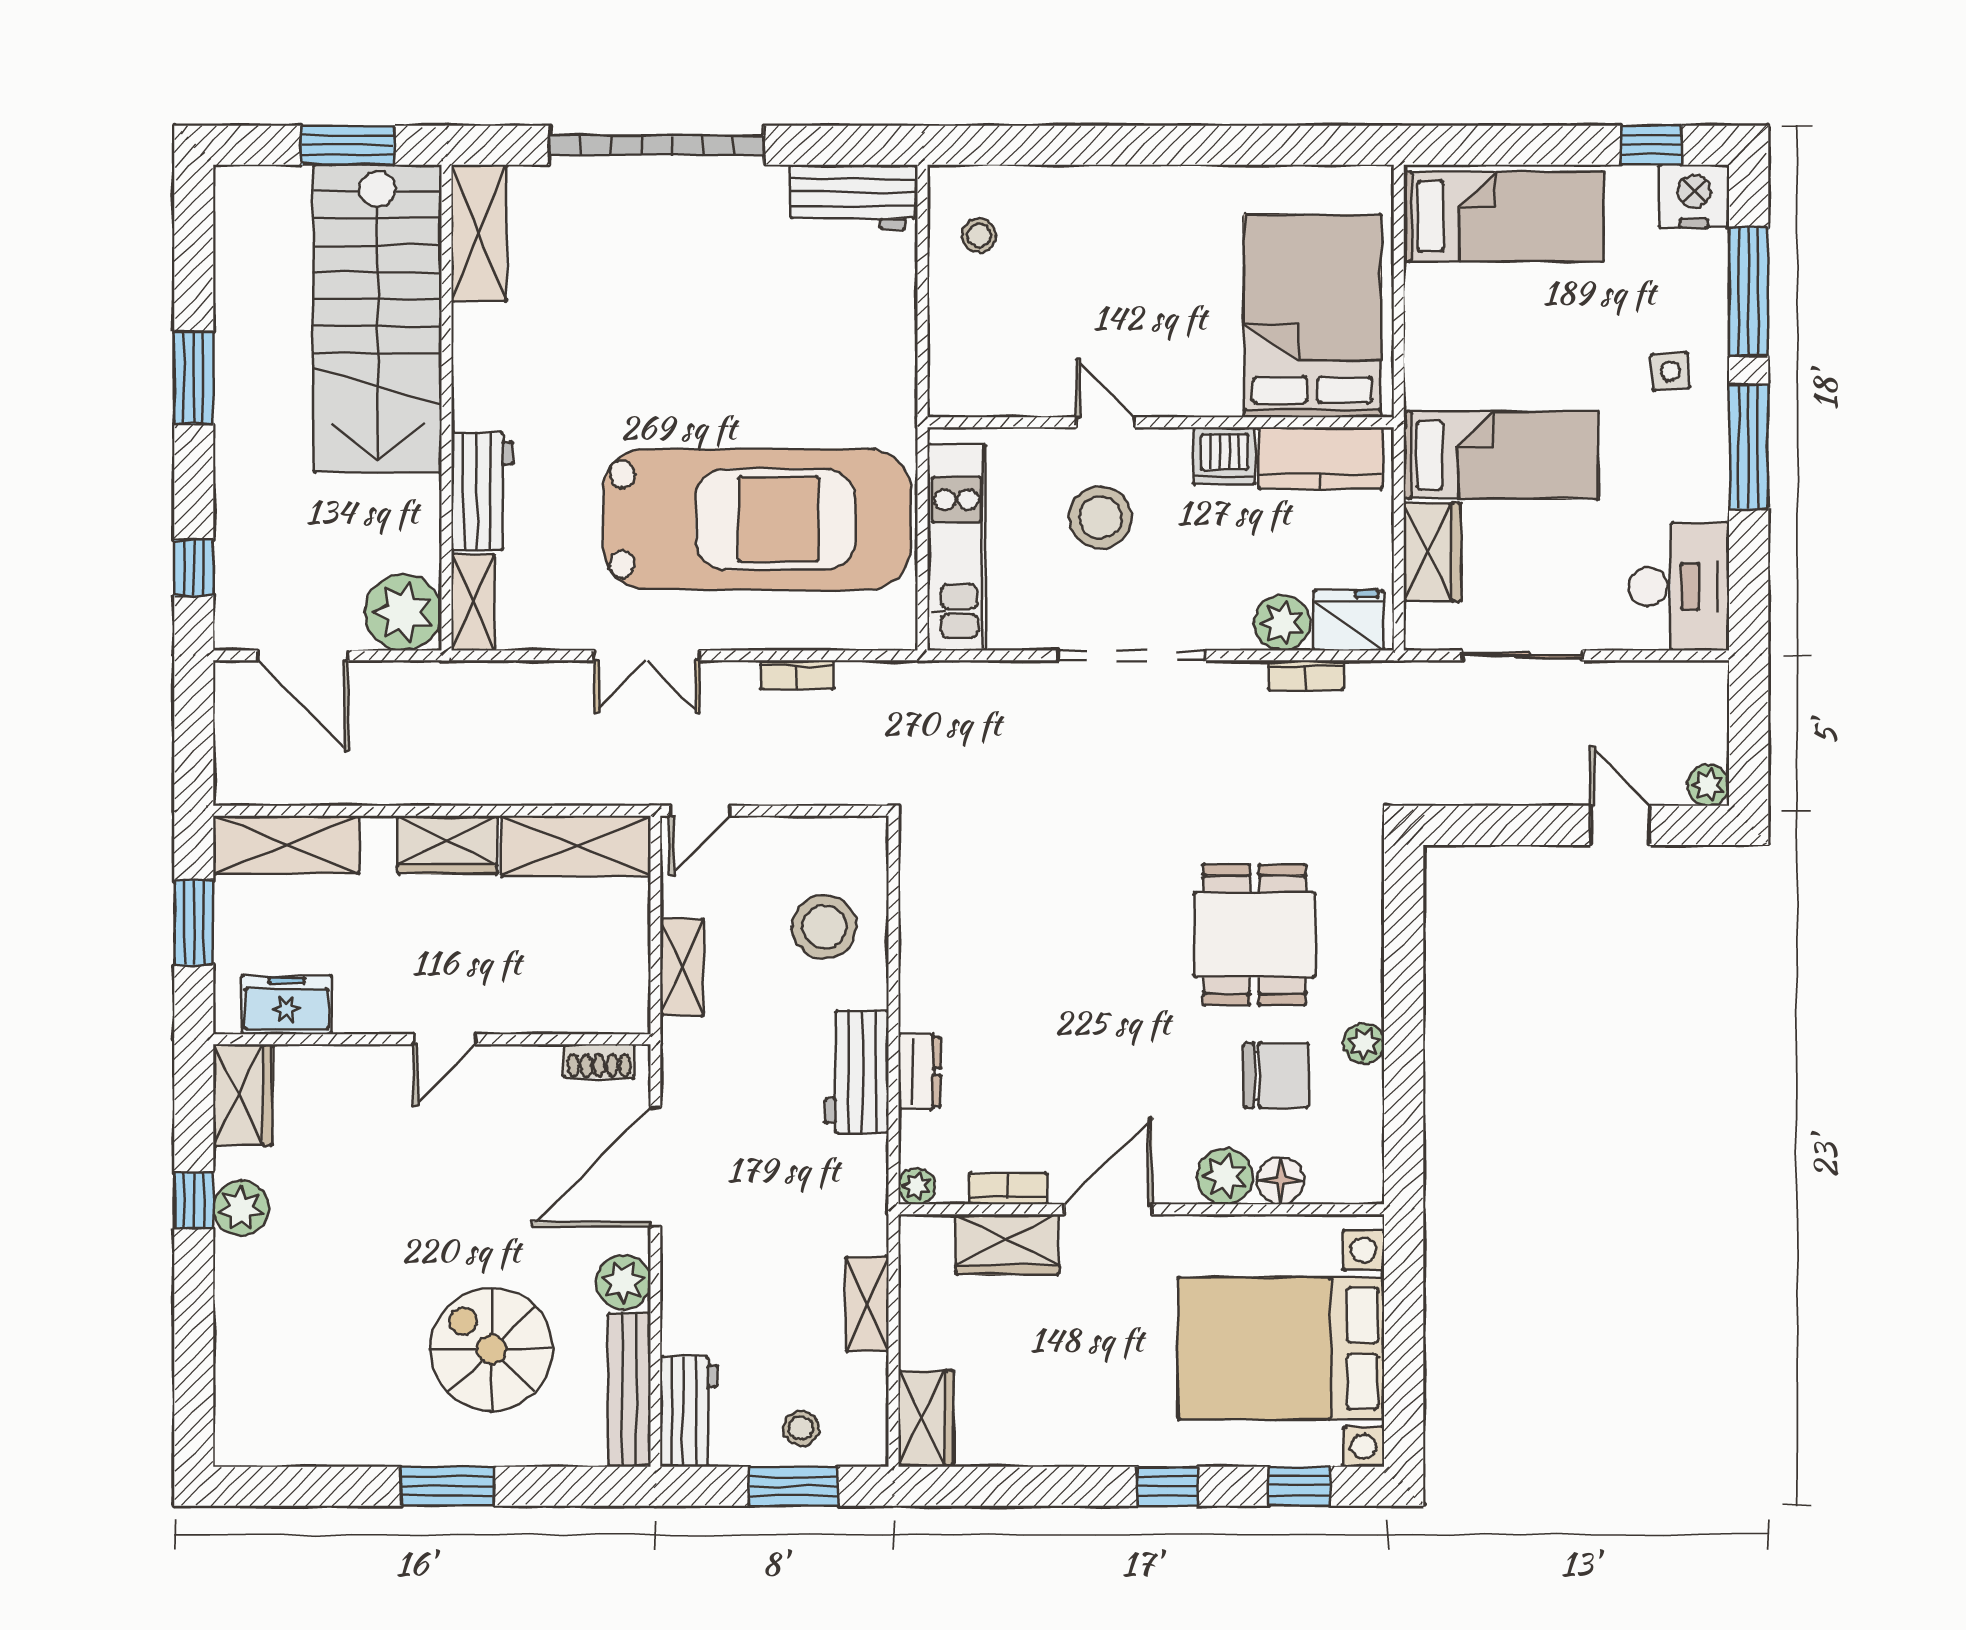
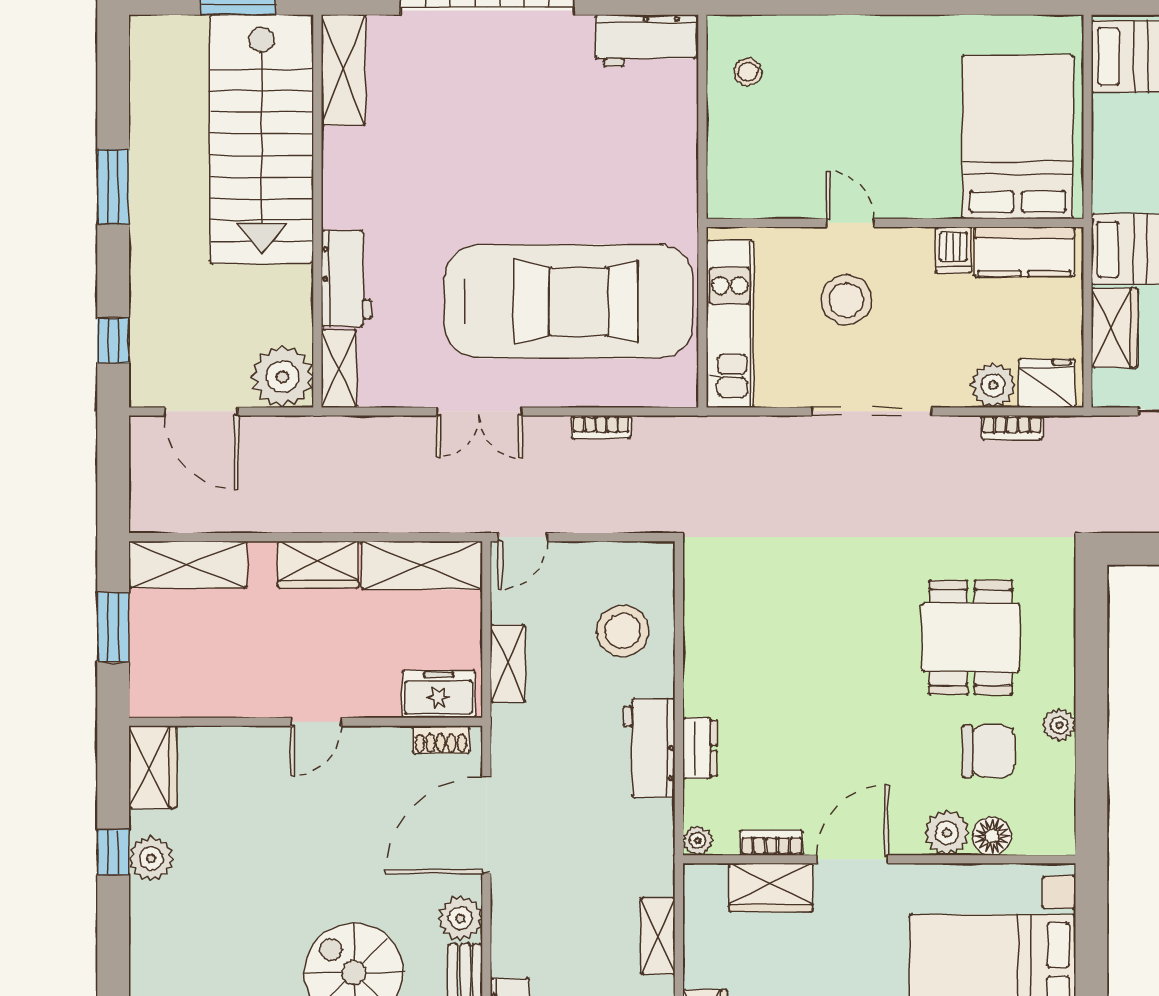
dishwasher: (1224, 456) -> (953, 250), width x0.73
freezer: (287, 1005) -> (439, 694), moved

